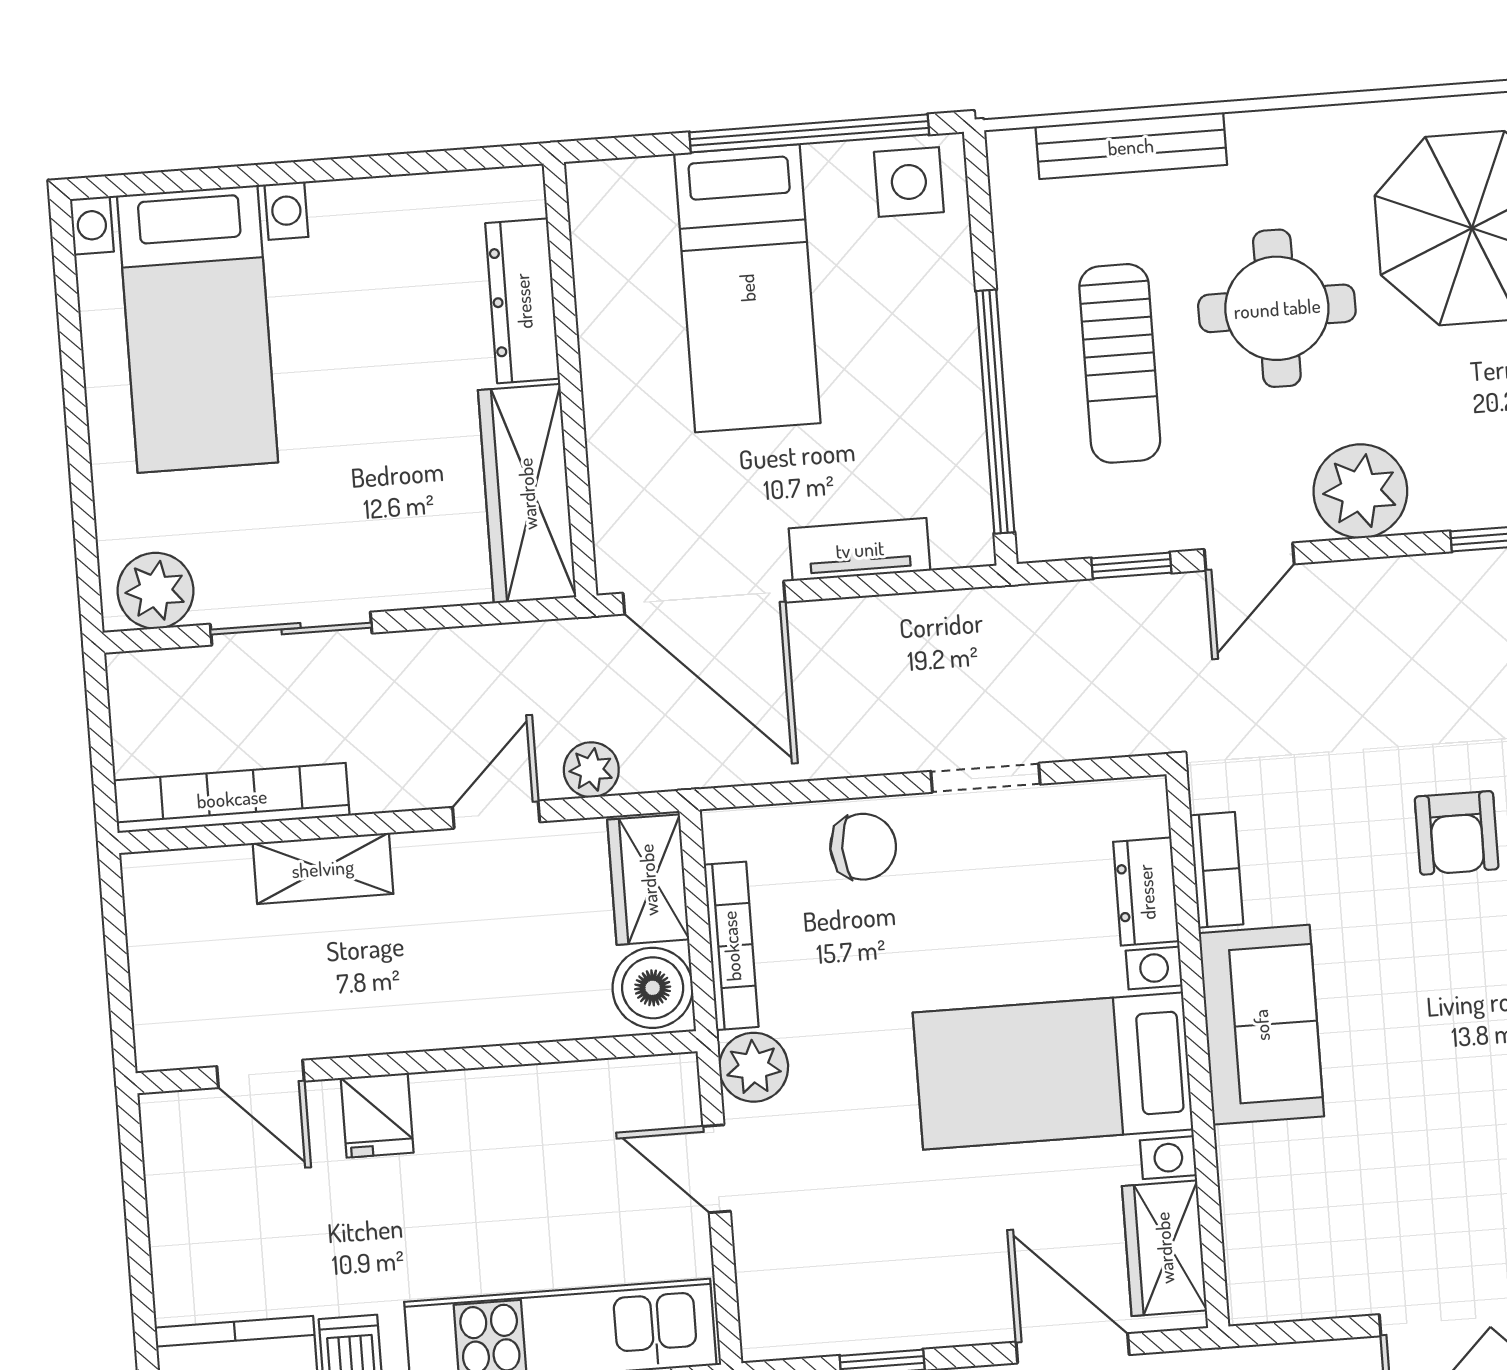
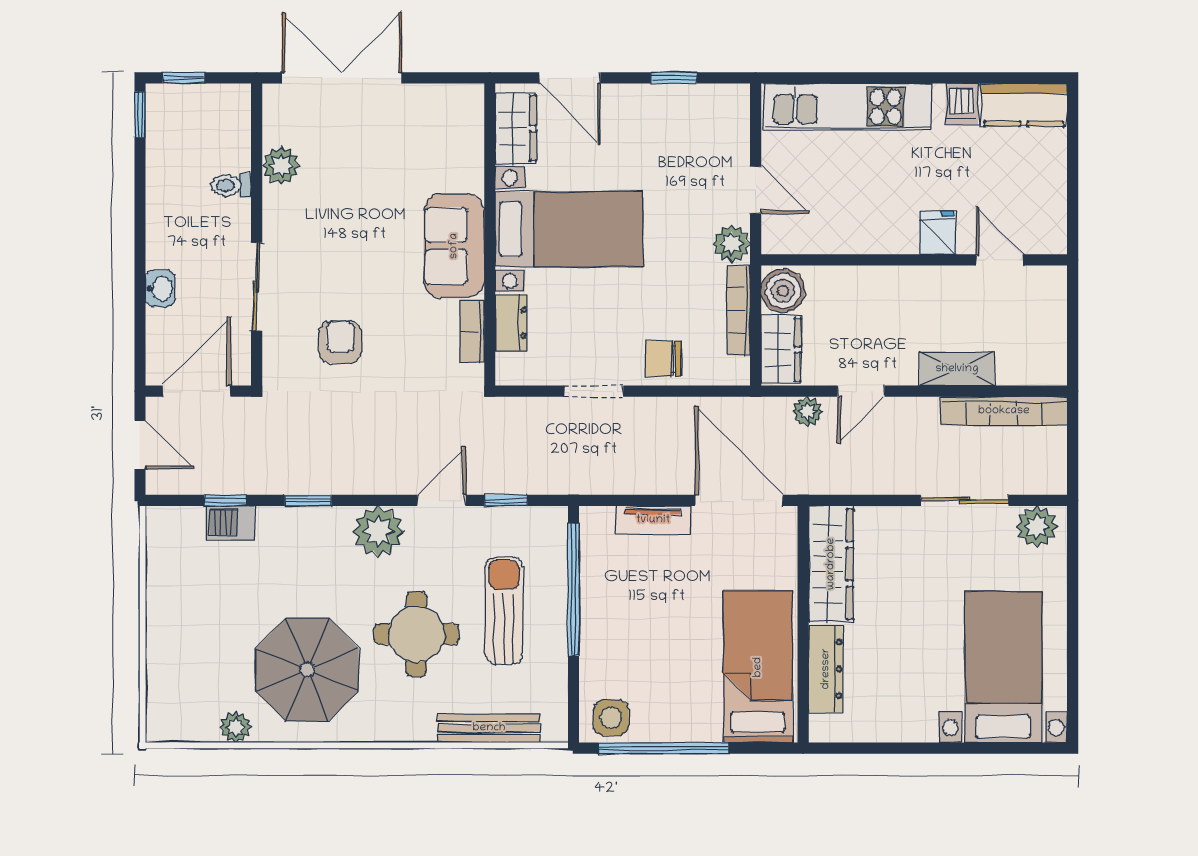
bed: (747, 288) -> (758, 667), moved

